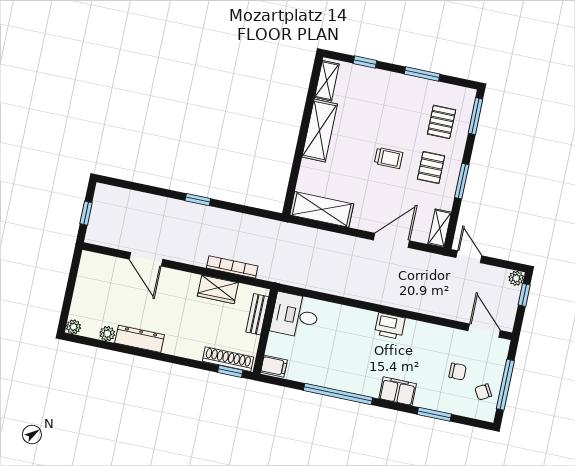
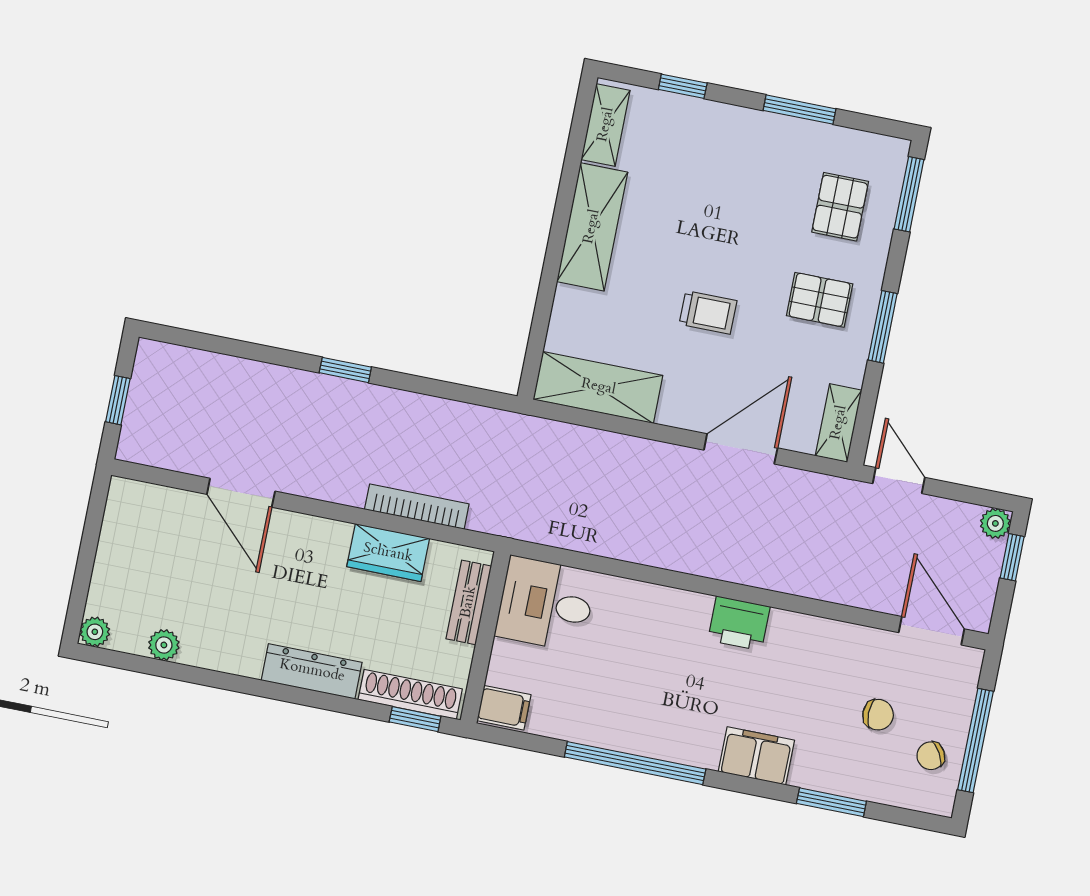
trolley: (389, 158) -> (708, 312), moved
pallet: (431, 168) -> (820, 300), turned 90
dresser: (140, 339) -> (312, 671), moved

